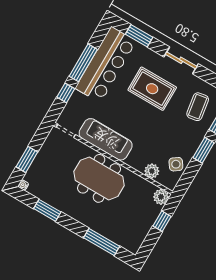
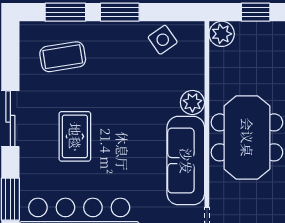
rug: (152, 89) -> (75, 136), width x0.73, depth x0.70
plant: (152, 171) -> (192, 102), moved

